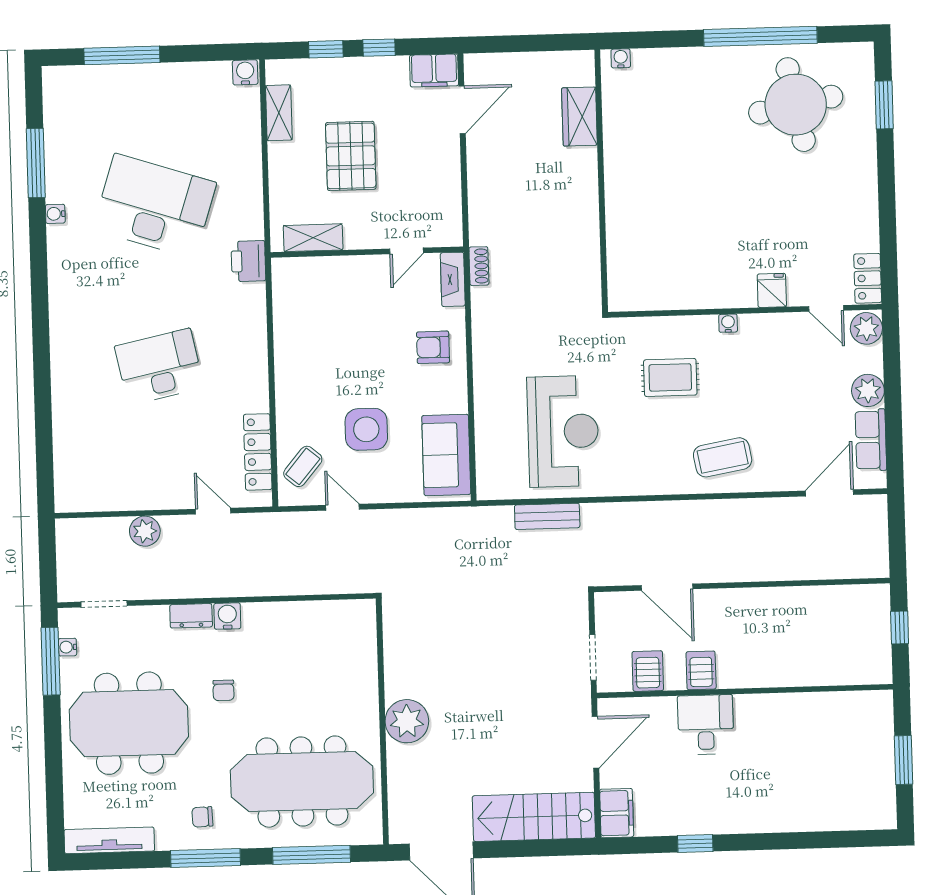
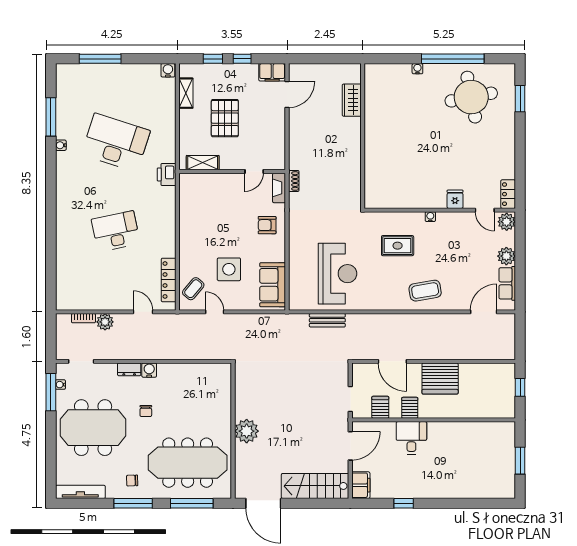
water cooler: (621, 58) -> (417, 69), moved
bookcase: (106, 526) -> (83, 318), added
server rack: (754, 616) -> (440, 379), added

